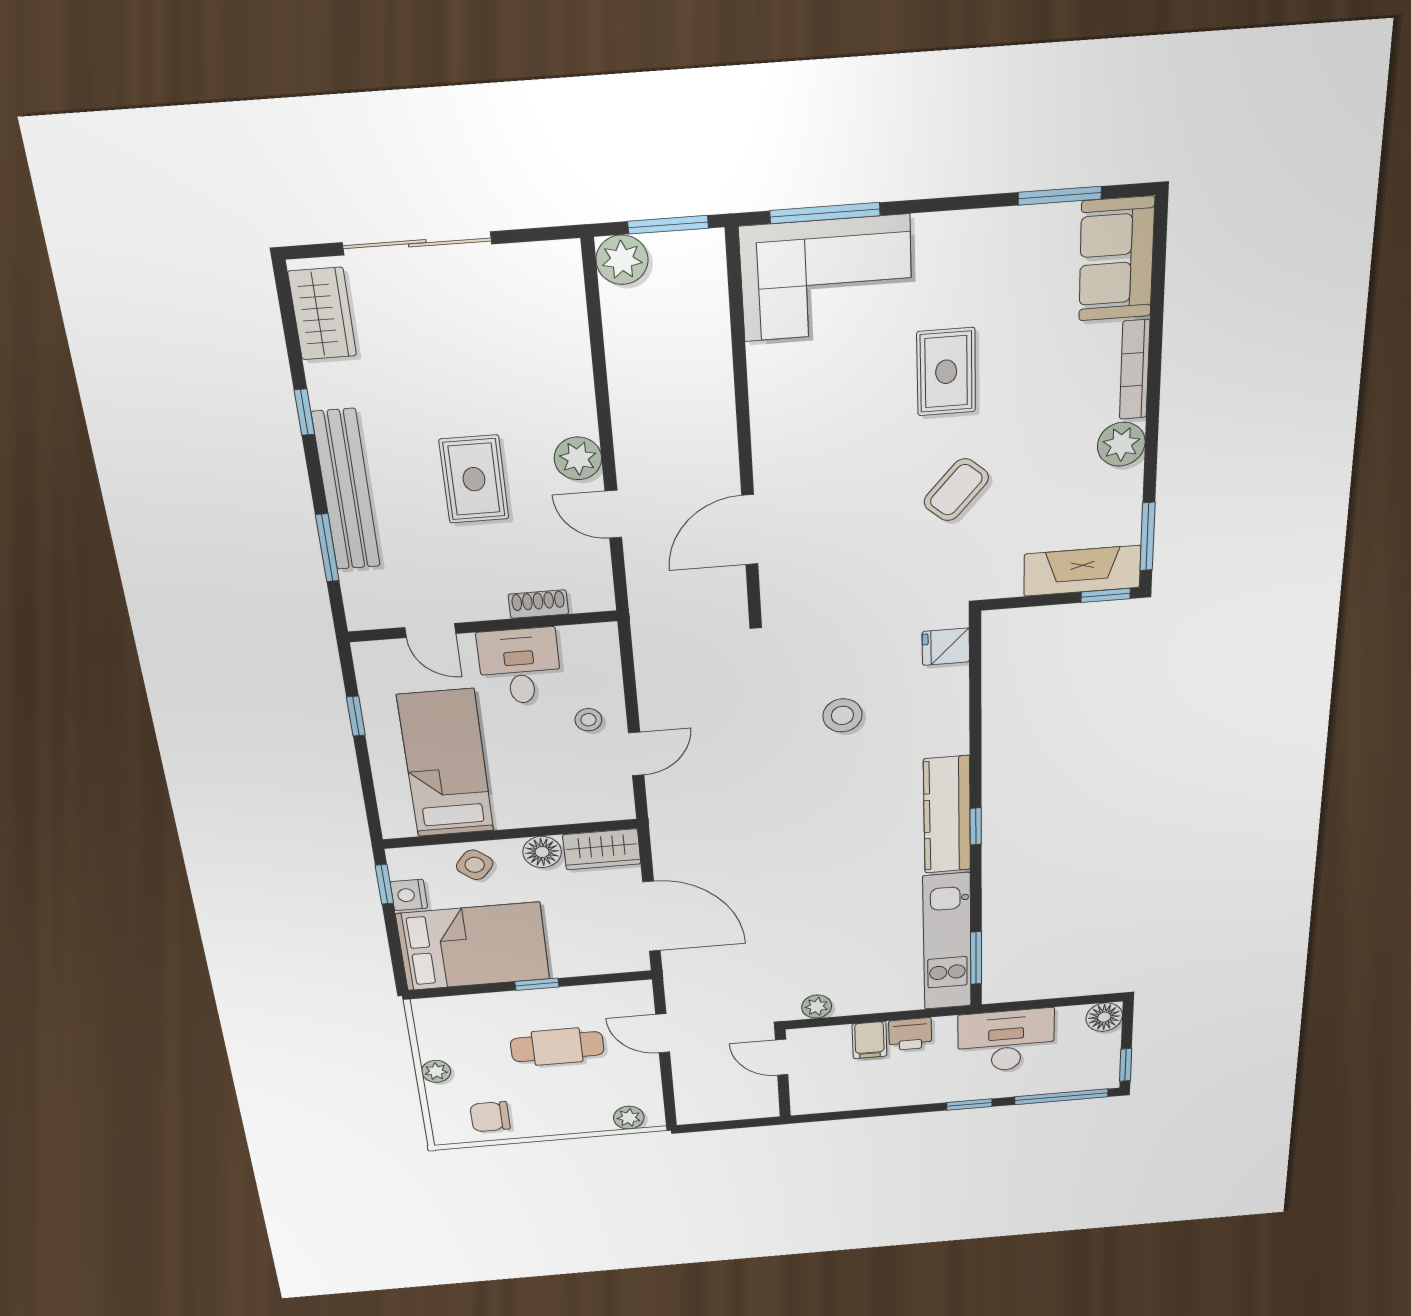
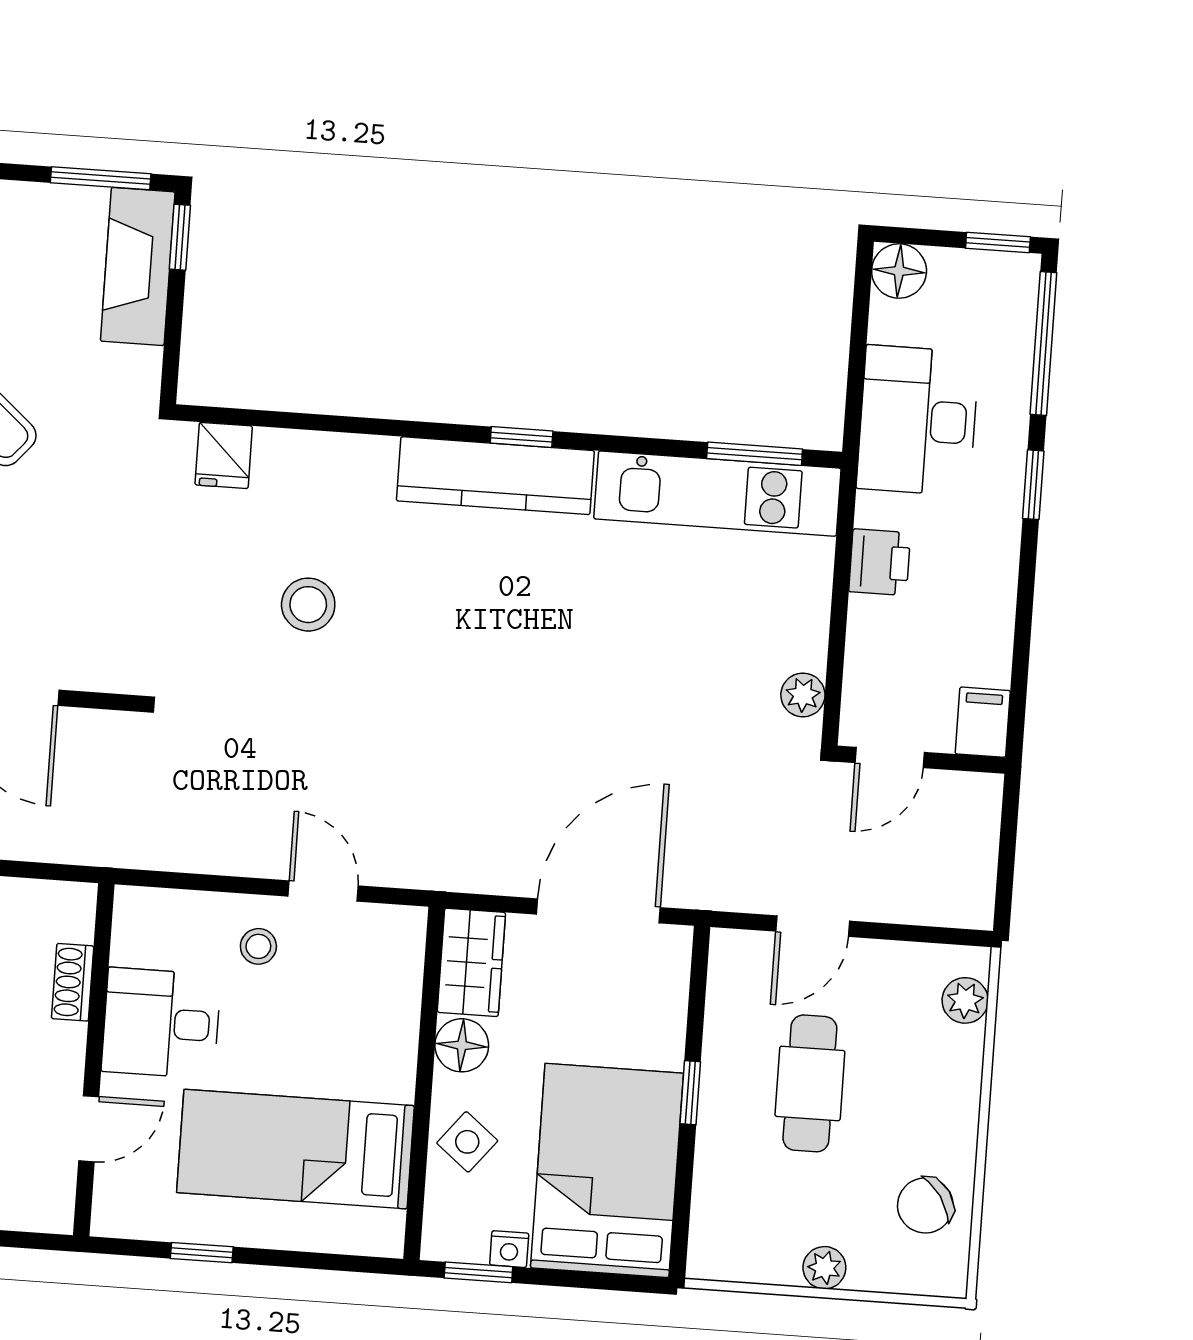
nightstand: (409, 895) -> (509, 1249), width x0.72, depth x0.74
filing cabinet: (869, 1040) -> (983, 722), moved, turned -90
chair: (490, 1117) -> (925, 1205), turned 56

